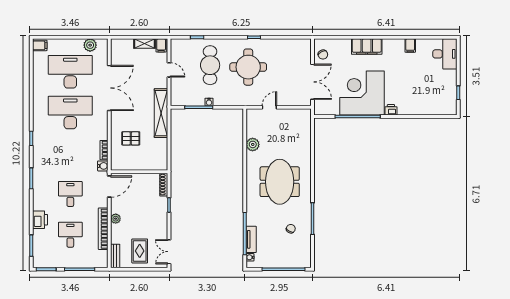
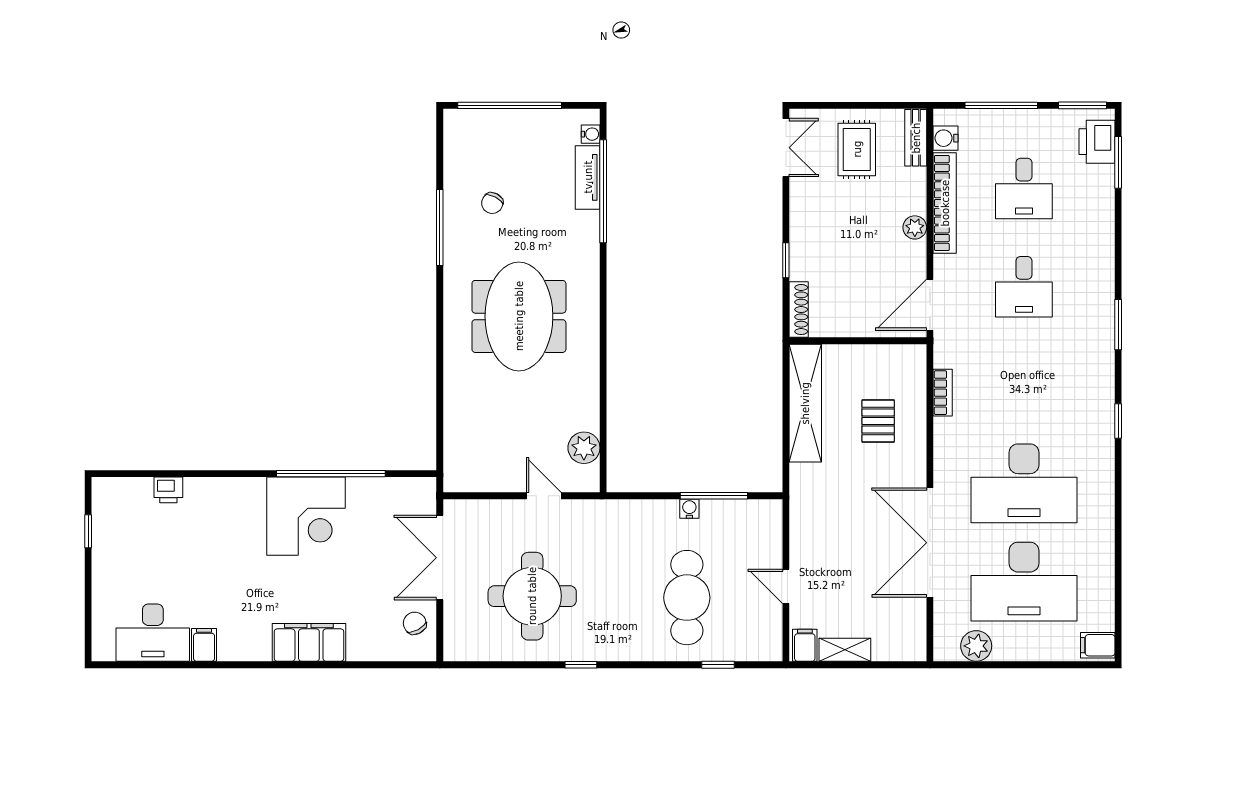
desk: (445, 54) -> (153, 633), moved, turned -90
round table: (248, 67) -> (532, 596), moved
corner desk: (362, 93) -> (306, 516), width x0.74, depth x0.74
door: (269, 107) -> (544, 496), swing flipped
printer: (391, 110) -> (168, 490), moved
shelving: (161, 113) -> (805, 403), moved
pallet: (131, 138) -> (878, 421), turned 90
plant: (253, 144) -> (584, 448), moved
water cooler: (103, 166) -> (945, 138), moved
printer: (40, 220) -> (1097, 142), moved

